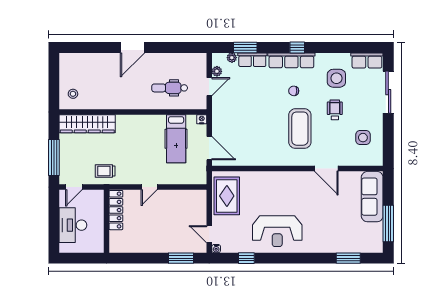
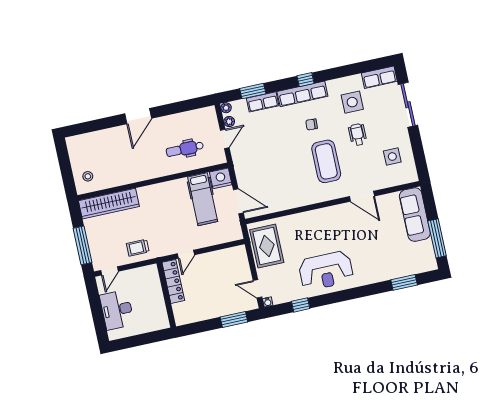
plant: (232, 58) -> (226, 108), moved
nightstand: (202, 119) -> (221, 178), width x1.89, depth x1.79
locker: (116, 210) -> (173, 281), moved
wall: (107, 221) -> (166, 295), moved

